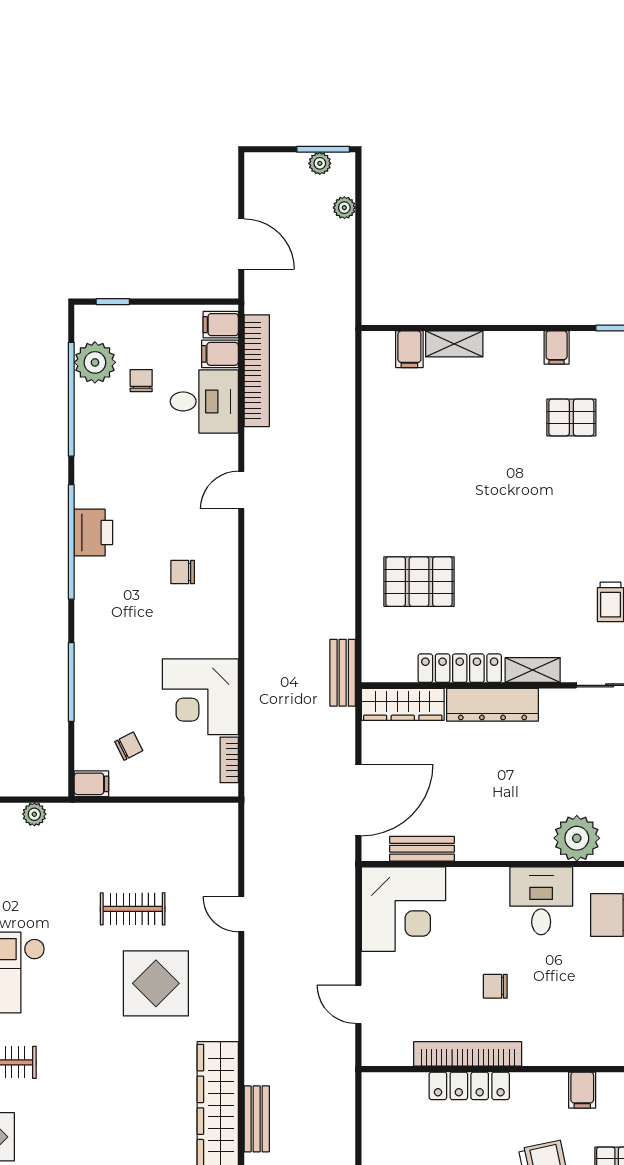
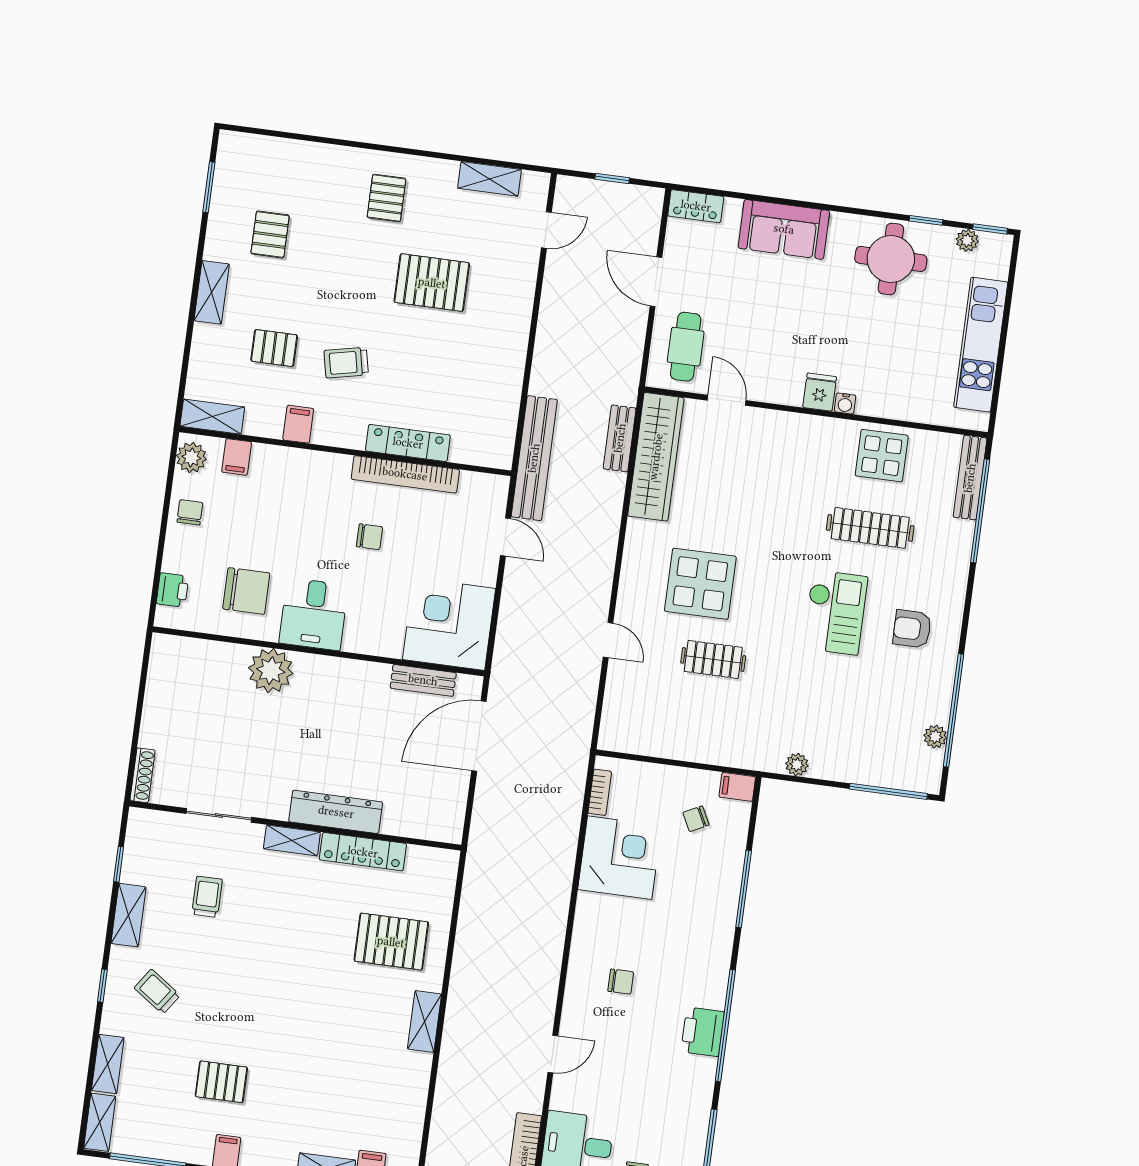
shelving: (375, 506) -> (424, 1021), added
bench: (343, 673) -> (534, 458), moved, width x1.86, depth x1.21
wardrobe: (403, 704) -> (423, 824), removed

